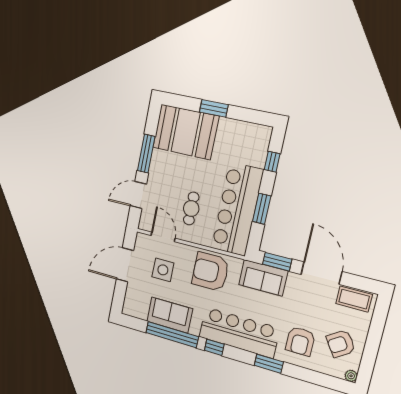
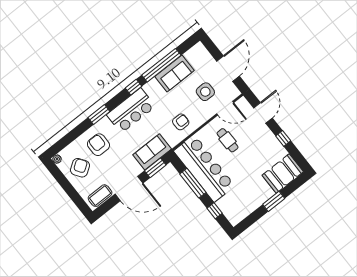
booth: (186, 132) -> (283, 173), width x0.73, depth x0.70
window: (146, 154) -> (283, 138), width x0.46
window: (262, 209) -> (193, 183), width x1.44
armchair: (210, 272) -> (181, 122), width x0.53, depth x0.53
bar counter: (239, 333) -> (131, 111), width x0.73

